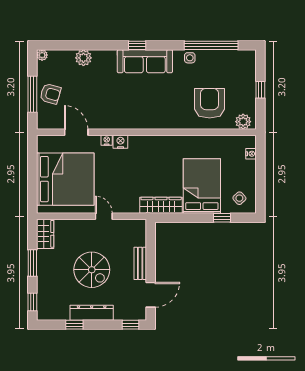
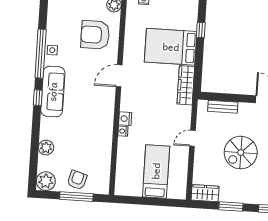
window: (211, 45) -> (41, 54), moved
plant: (42, 55) -> (46, 181), width x1.87, depth x1.87
door: (76, 132) -> (119, 76), moved
bed: (65, 179) -> (156, 171), width x0.49
side table: (239, 198) -> (184, 13), removed
bench: (140, 263) -> (223, 107), moved
spiral stairs: (92, 270) -> (241, 153), turned 180

